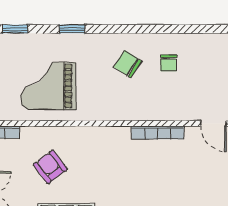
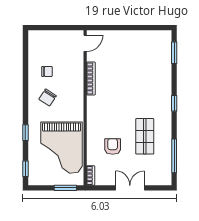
grand piano: (48, 86) -> (62, 148), width x1.37, depth x1.48
armchair: (50, 167) -> (113, 146), turned 127

